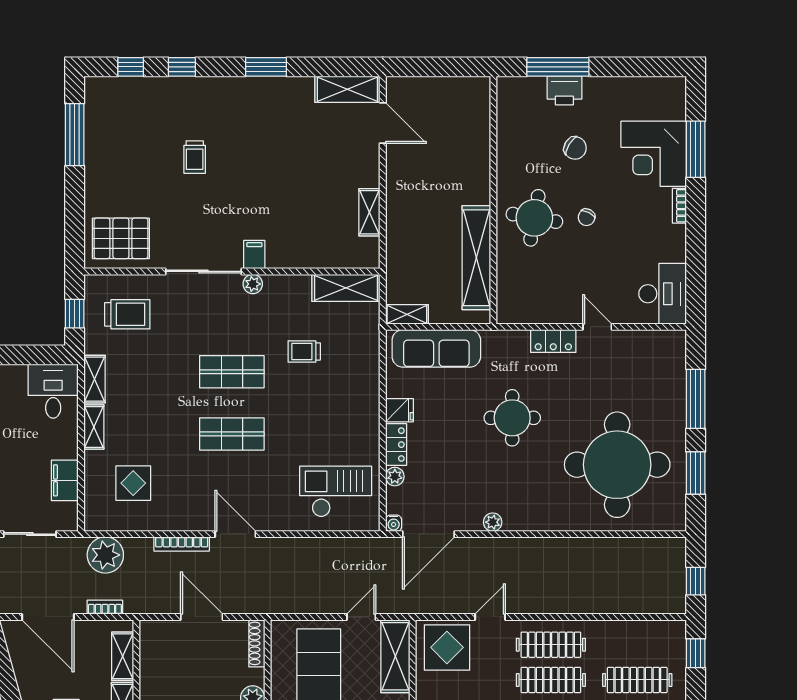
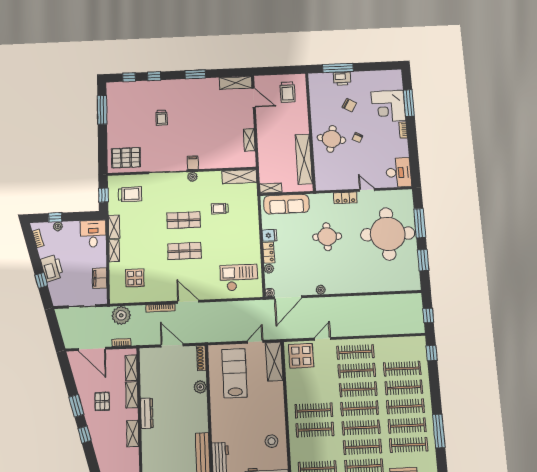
trolley: (452, 114) -> (288, 92), added
round table: (617, 465) -> (388, 234), moved

